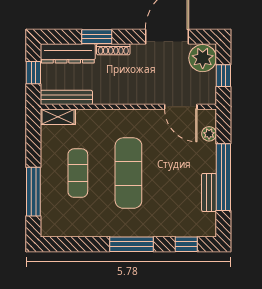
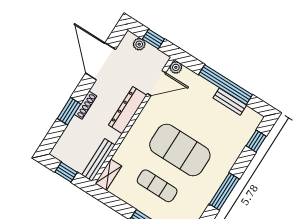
dresser: (68, 53) -> (128, 110), moved, turned 180
plant: (203, 58) -> (139, 44), width x0.53, depth x0.53
plant: (209, 134) -> (176, 67), moved
exercise mat: (128, 173) -> (180, 150), width x1.47
window: (131, 244) -> (224, 191), moved

